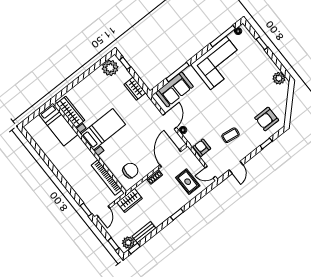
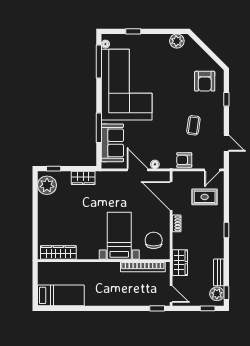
corner sofa: (218, 63) -> (127, 85), width x1.36, depth x1.36
bed: (58, 125) -> (61, 295), moved
bed with nightstands: (103, 129) -> (119, 236), moved

